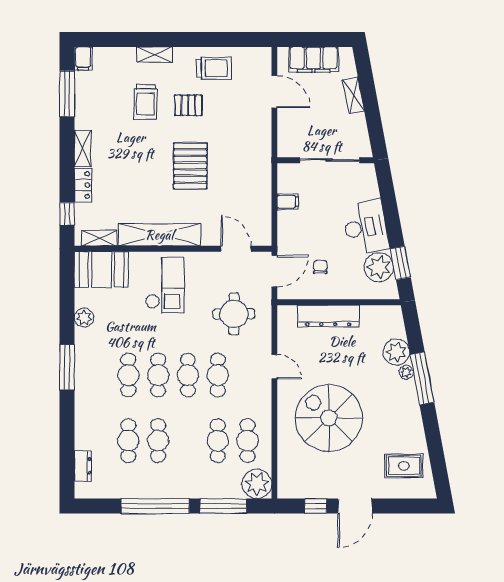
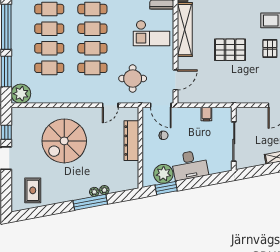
plant: (396, 352) -> (104, 190), width x0.53, depth x0.53
door: (274, 367) -> (110, 105), moved
spiral stairs: (329, 418) -> (64, 141), turned 180
cafe table: (248, 441) -> (49, 48), moved

